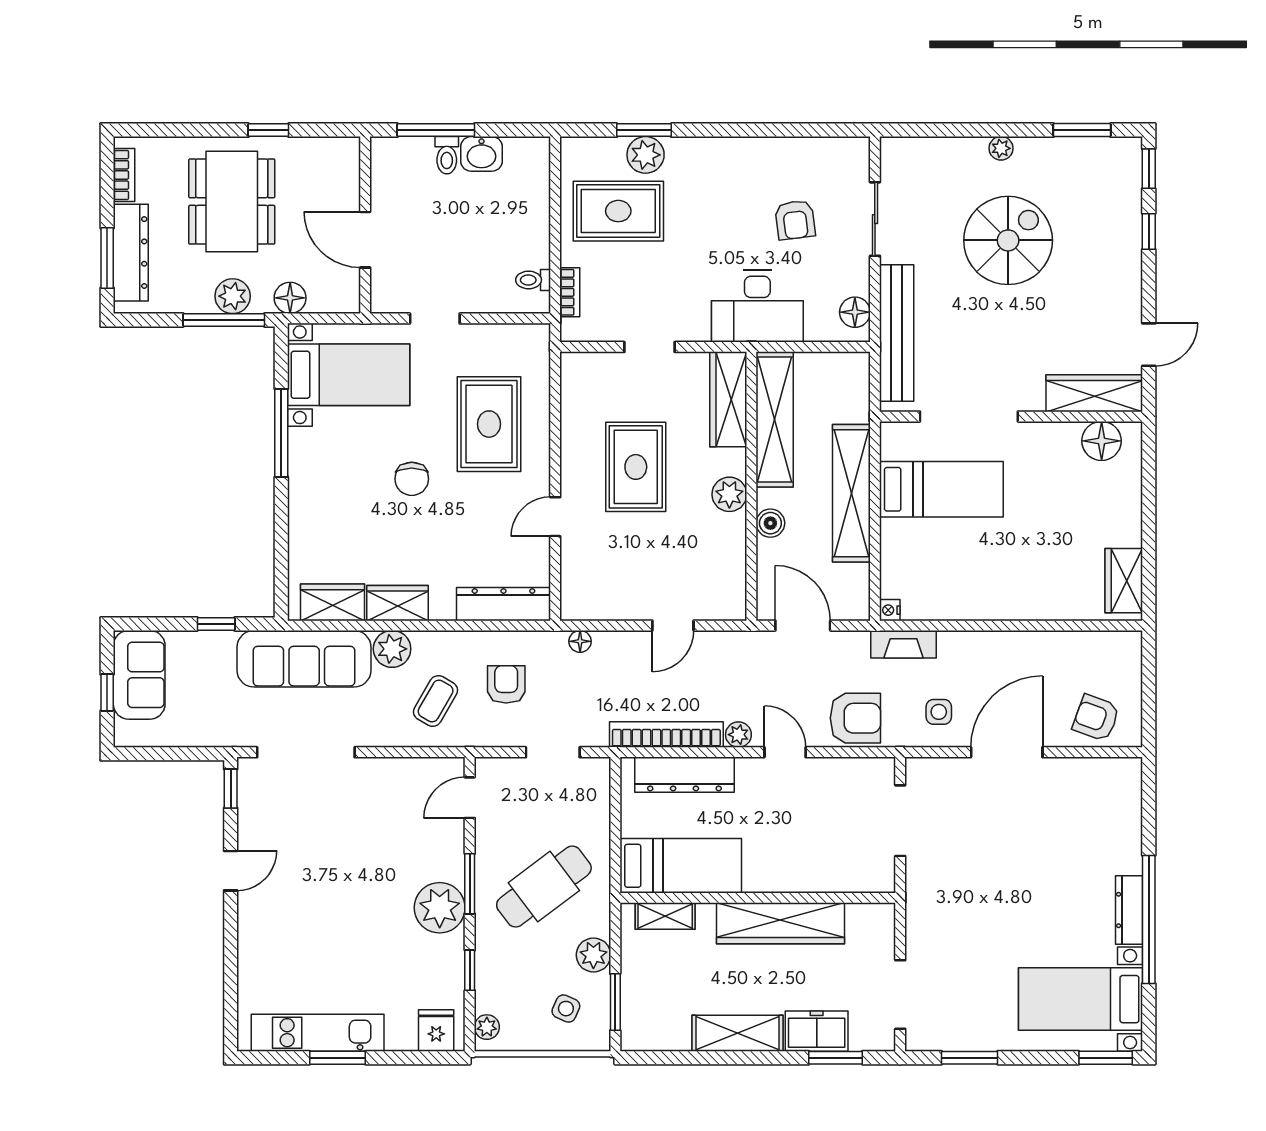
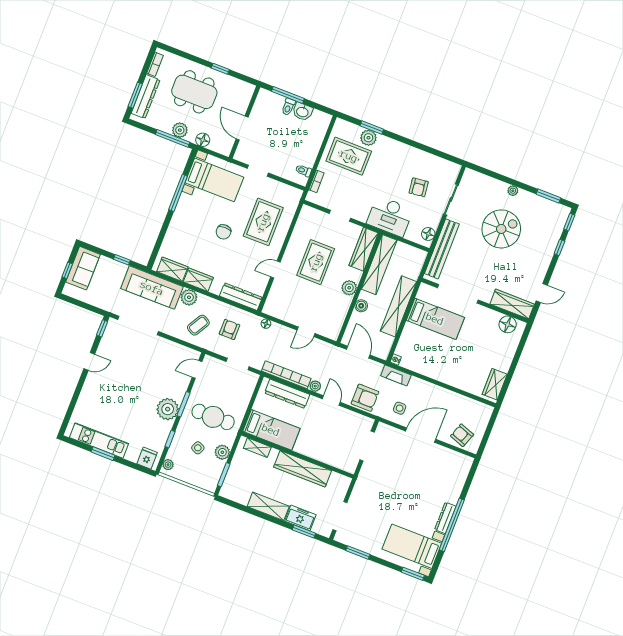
dining table: (232, 202) -> (194, 92), turned 90
cafe table: (544, 887) -> (213, 417), turned 37
side table: (566, 1009) -> (198, 448), moved

